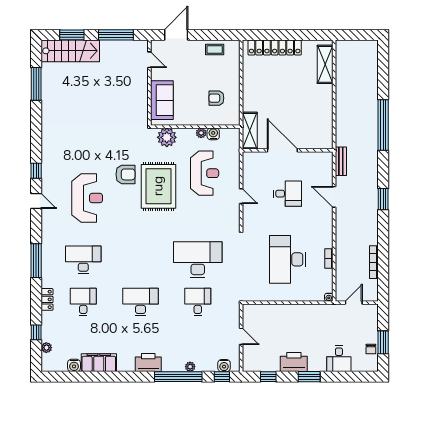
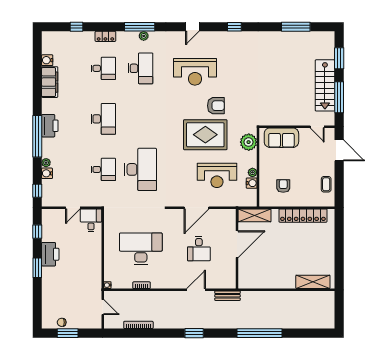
locker: (275, 47) -> (303, 216), moved, turned -90
stairs: (70, 51) -> (325, 85), moved
door: (149, 60) -> (317, 127), hinge flipped
window: (36, 171) -> (234, 27), moved
armchair: (125, 174) -> (216, 106), turned -90
door: (241, 196) -> (197, 208), width x1.87
plant: (46, 348) -> (144, 36), moved
desk: (339, 359) -> (91, 220), moved, turned 90
water cooler: (224, 366) -> (47, 173), moved
window: (178, 377) -> (37, 136), moved

